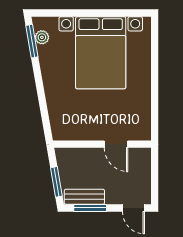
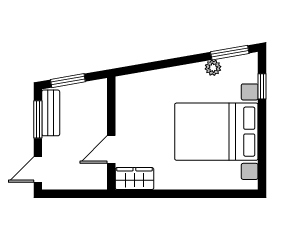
window: (61, 13) -> (262, 86), added
plant: (42, 37) -> (213, 68), moved
wardrobe: (141, 124) -> (134, 179), added

